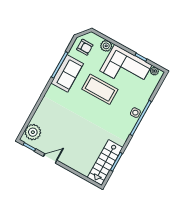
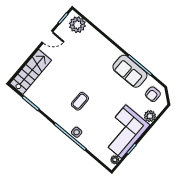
coffee table: (100, 89) -> (80, 101), moved, width x0.54, depth x0.58
door: (50, 158) -> (47, 37), hinge flipped
stairs: (105, 162) -> (31, 72), moved, turned 90

